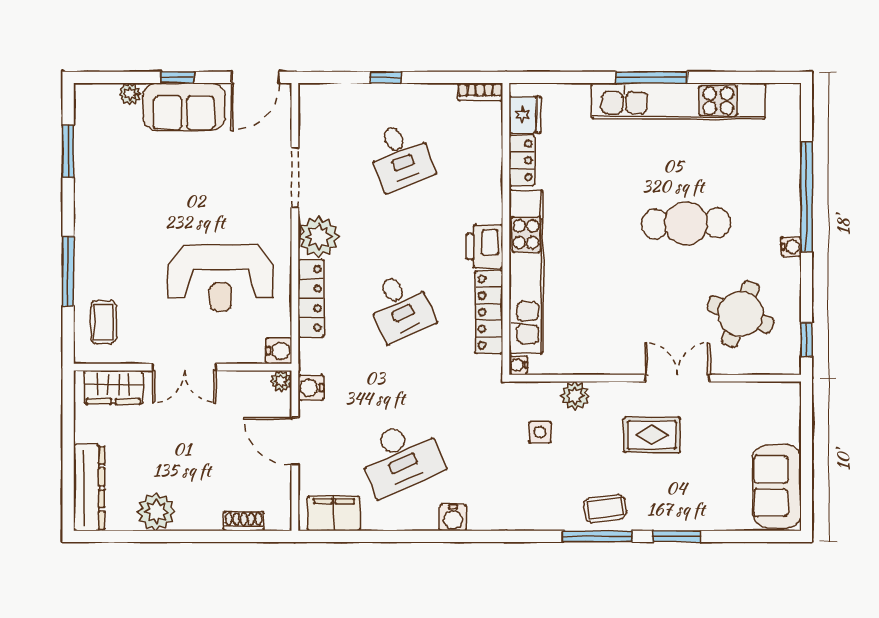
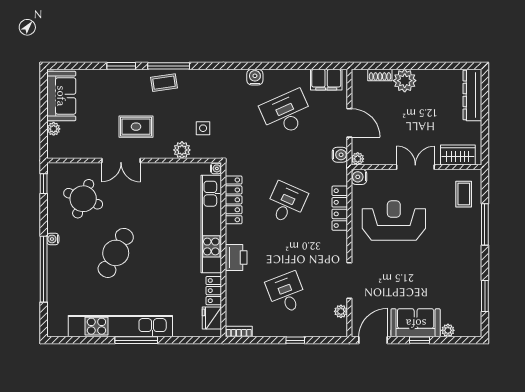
cafe table: (686, 223) -> (116, 253), turned -61
plant: (319, 237) -> (341, 311), moved, width x0.53, depth x0.53
printer: (484, 247) -> (236, 258), moved
desk: (400, 307) -> (286, 203), turned 48
plant: (790, 431) -> (54, 129), added
plant: (156, 512) -> (405, 81), moved

